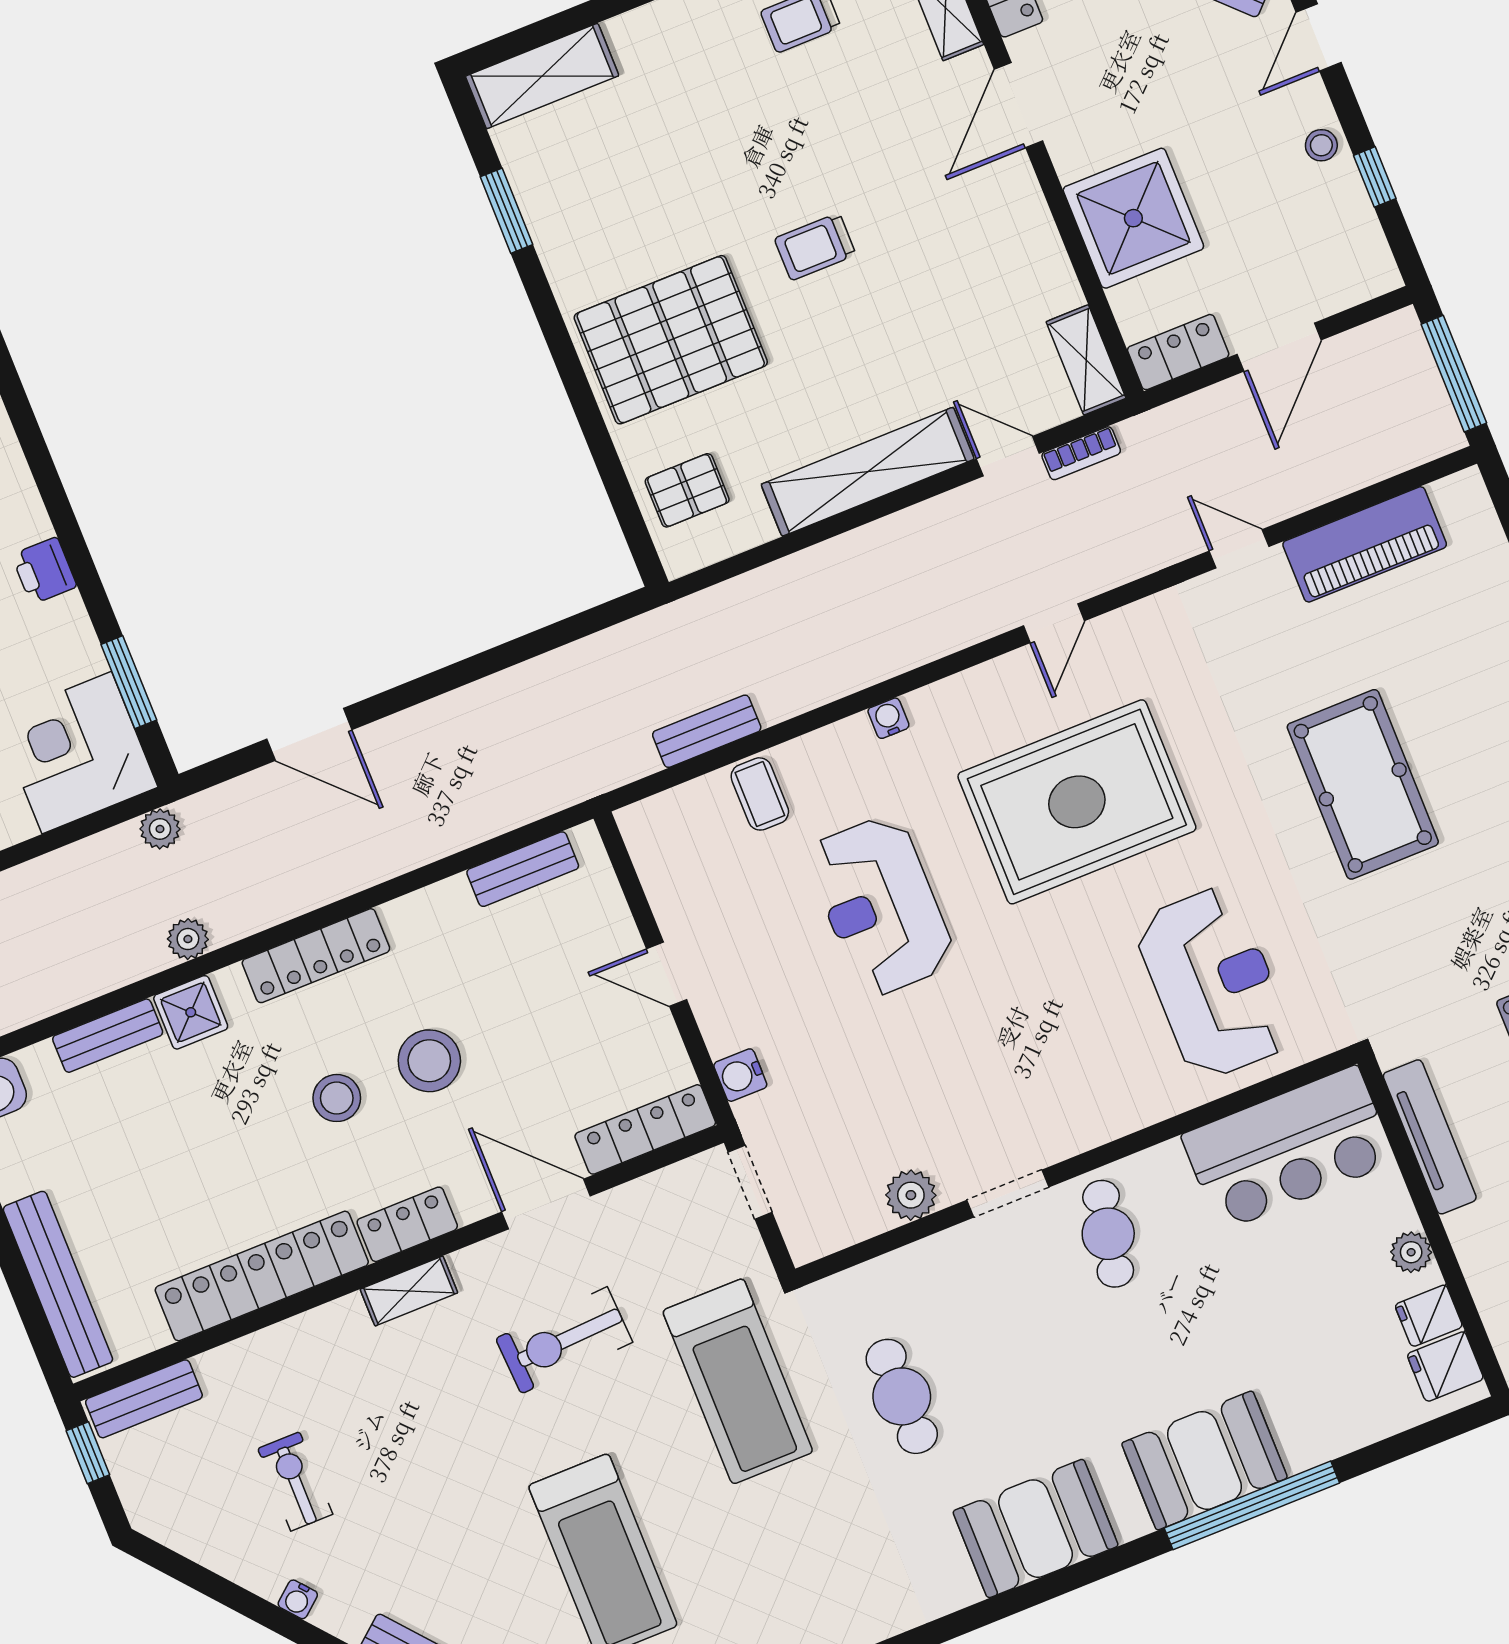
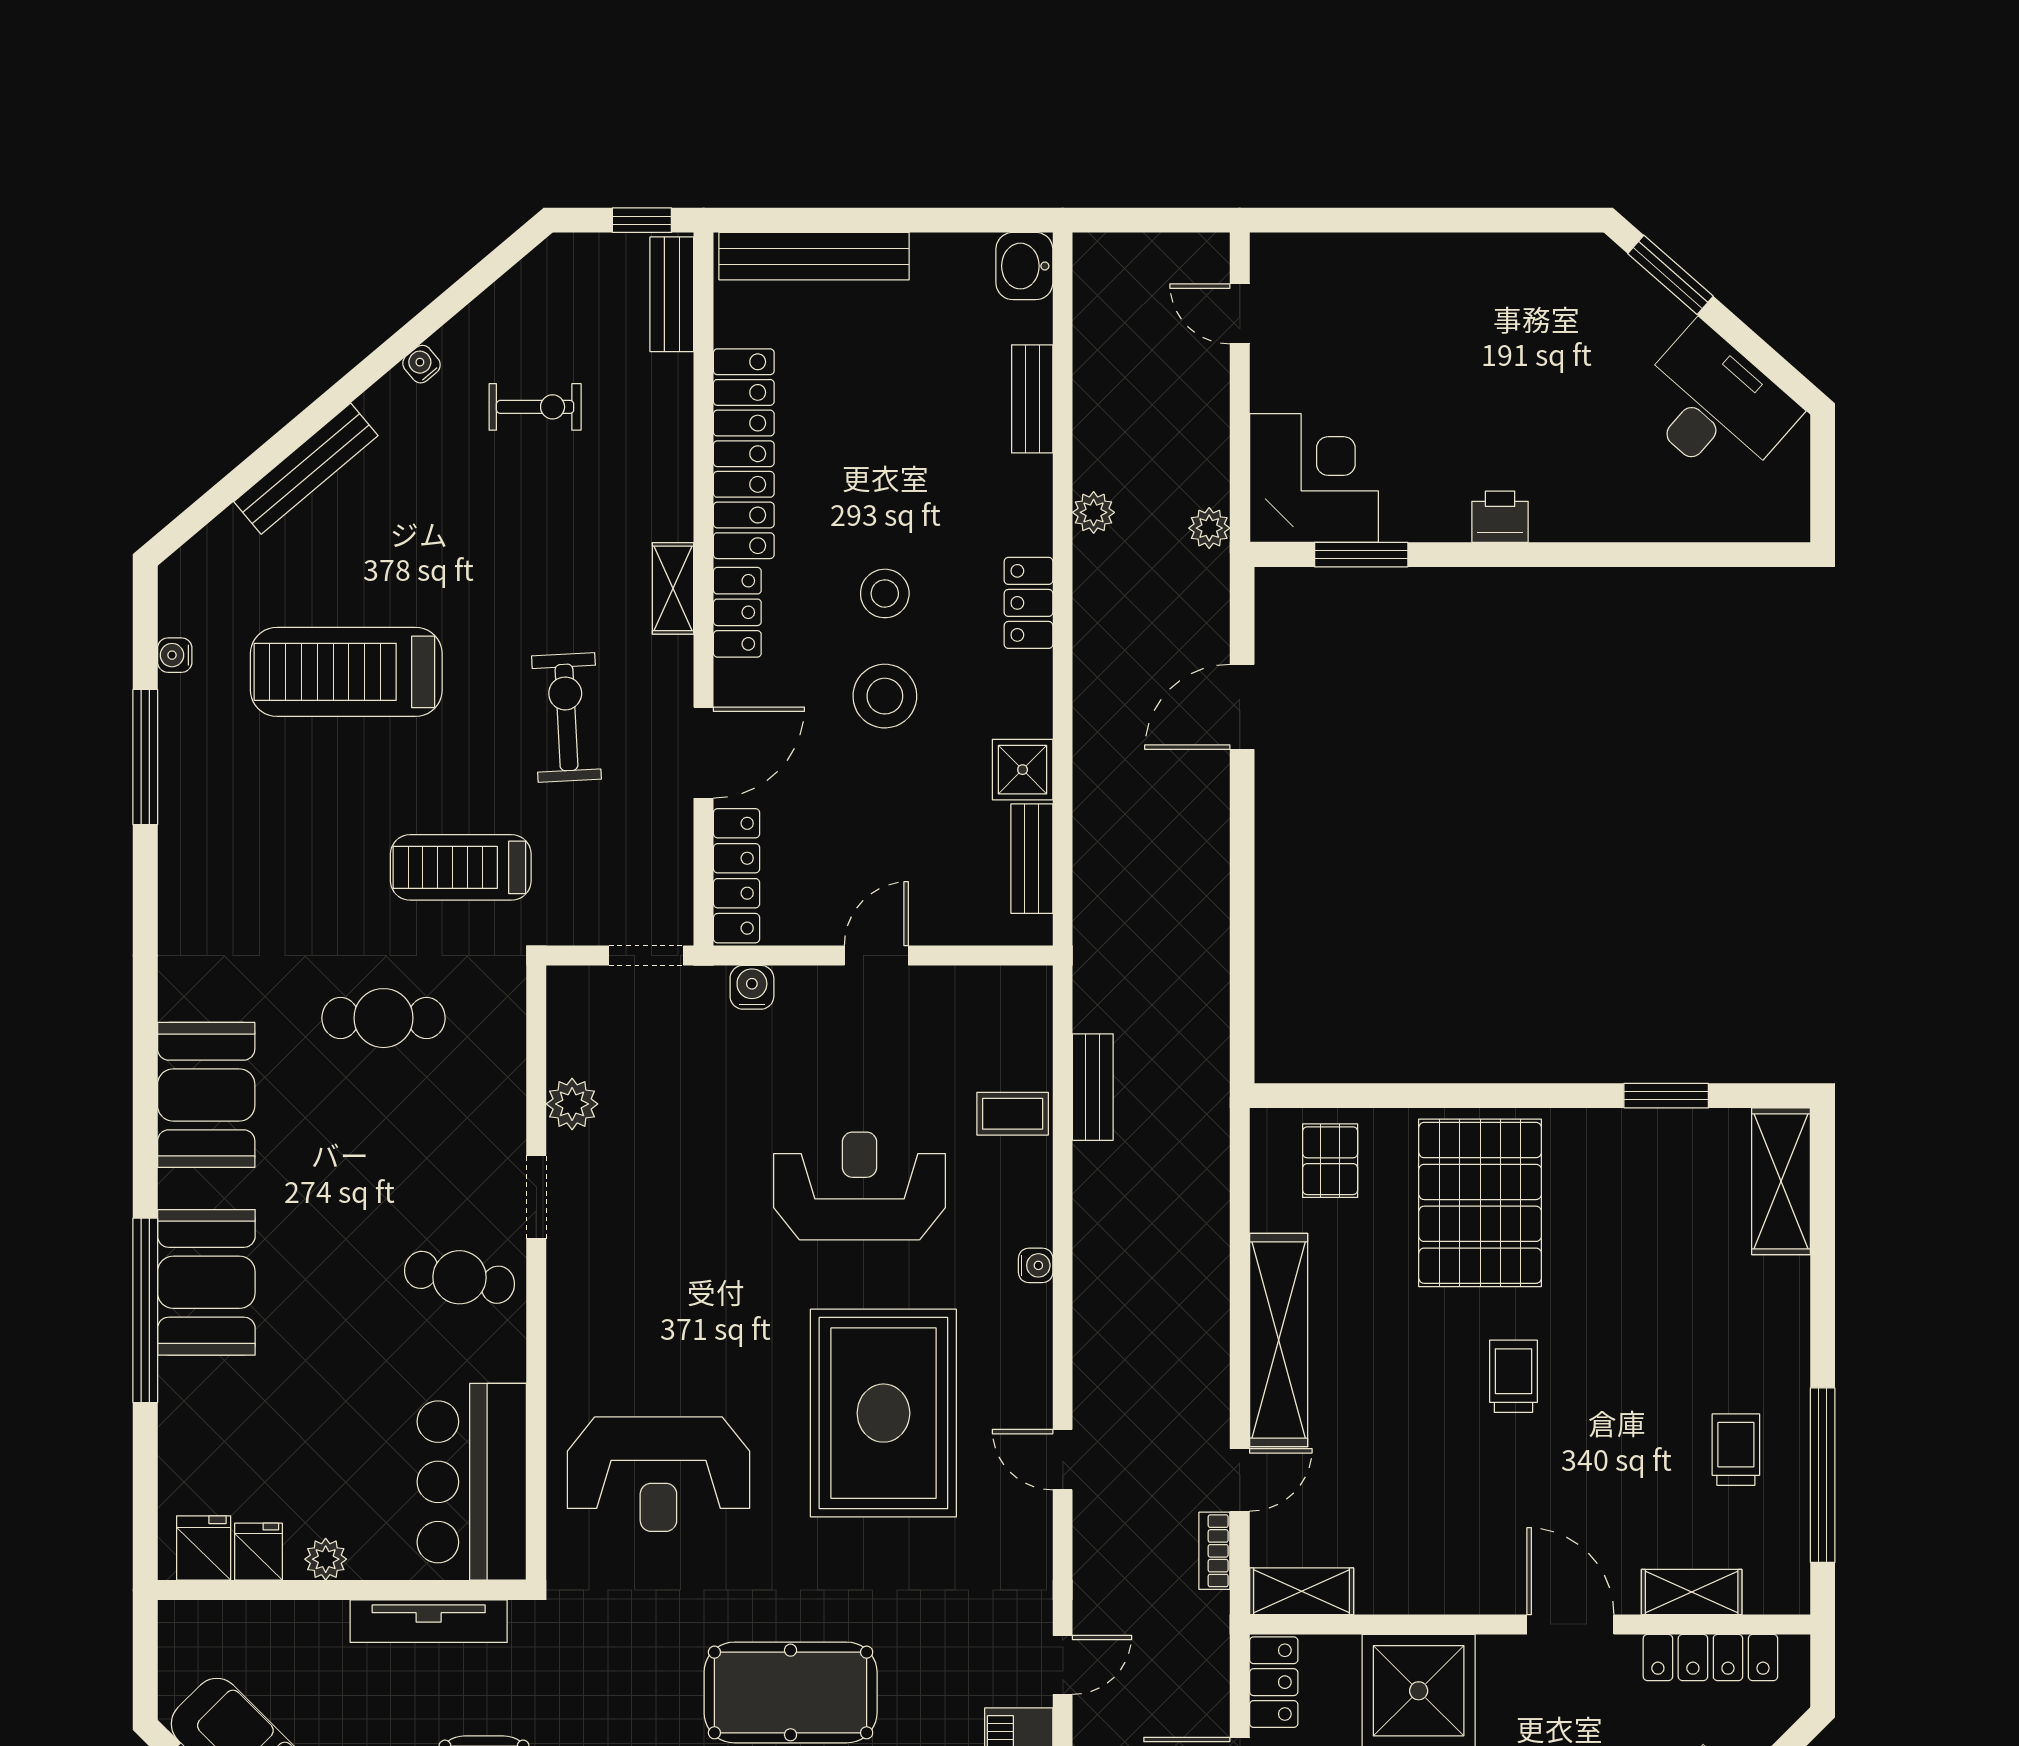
locker: (316, 956) -> (1029, 603), width x0.66
shower: (191, 1012) -> (1023, 770), moved
treadmill: (738, 1381) -> (461, 867), width x0.73, depth x0.73

